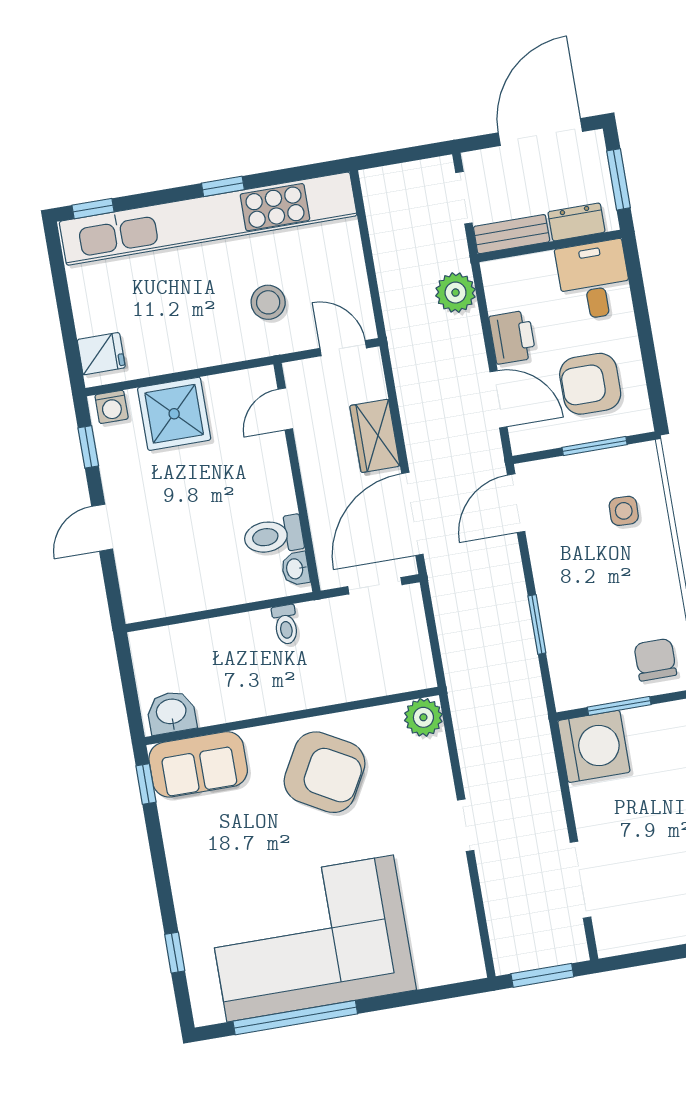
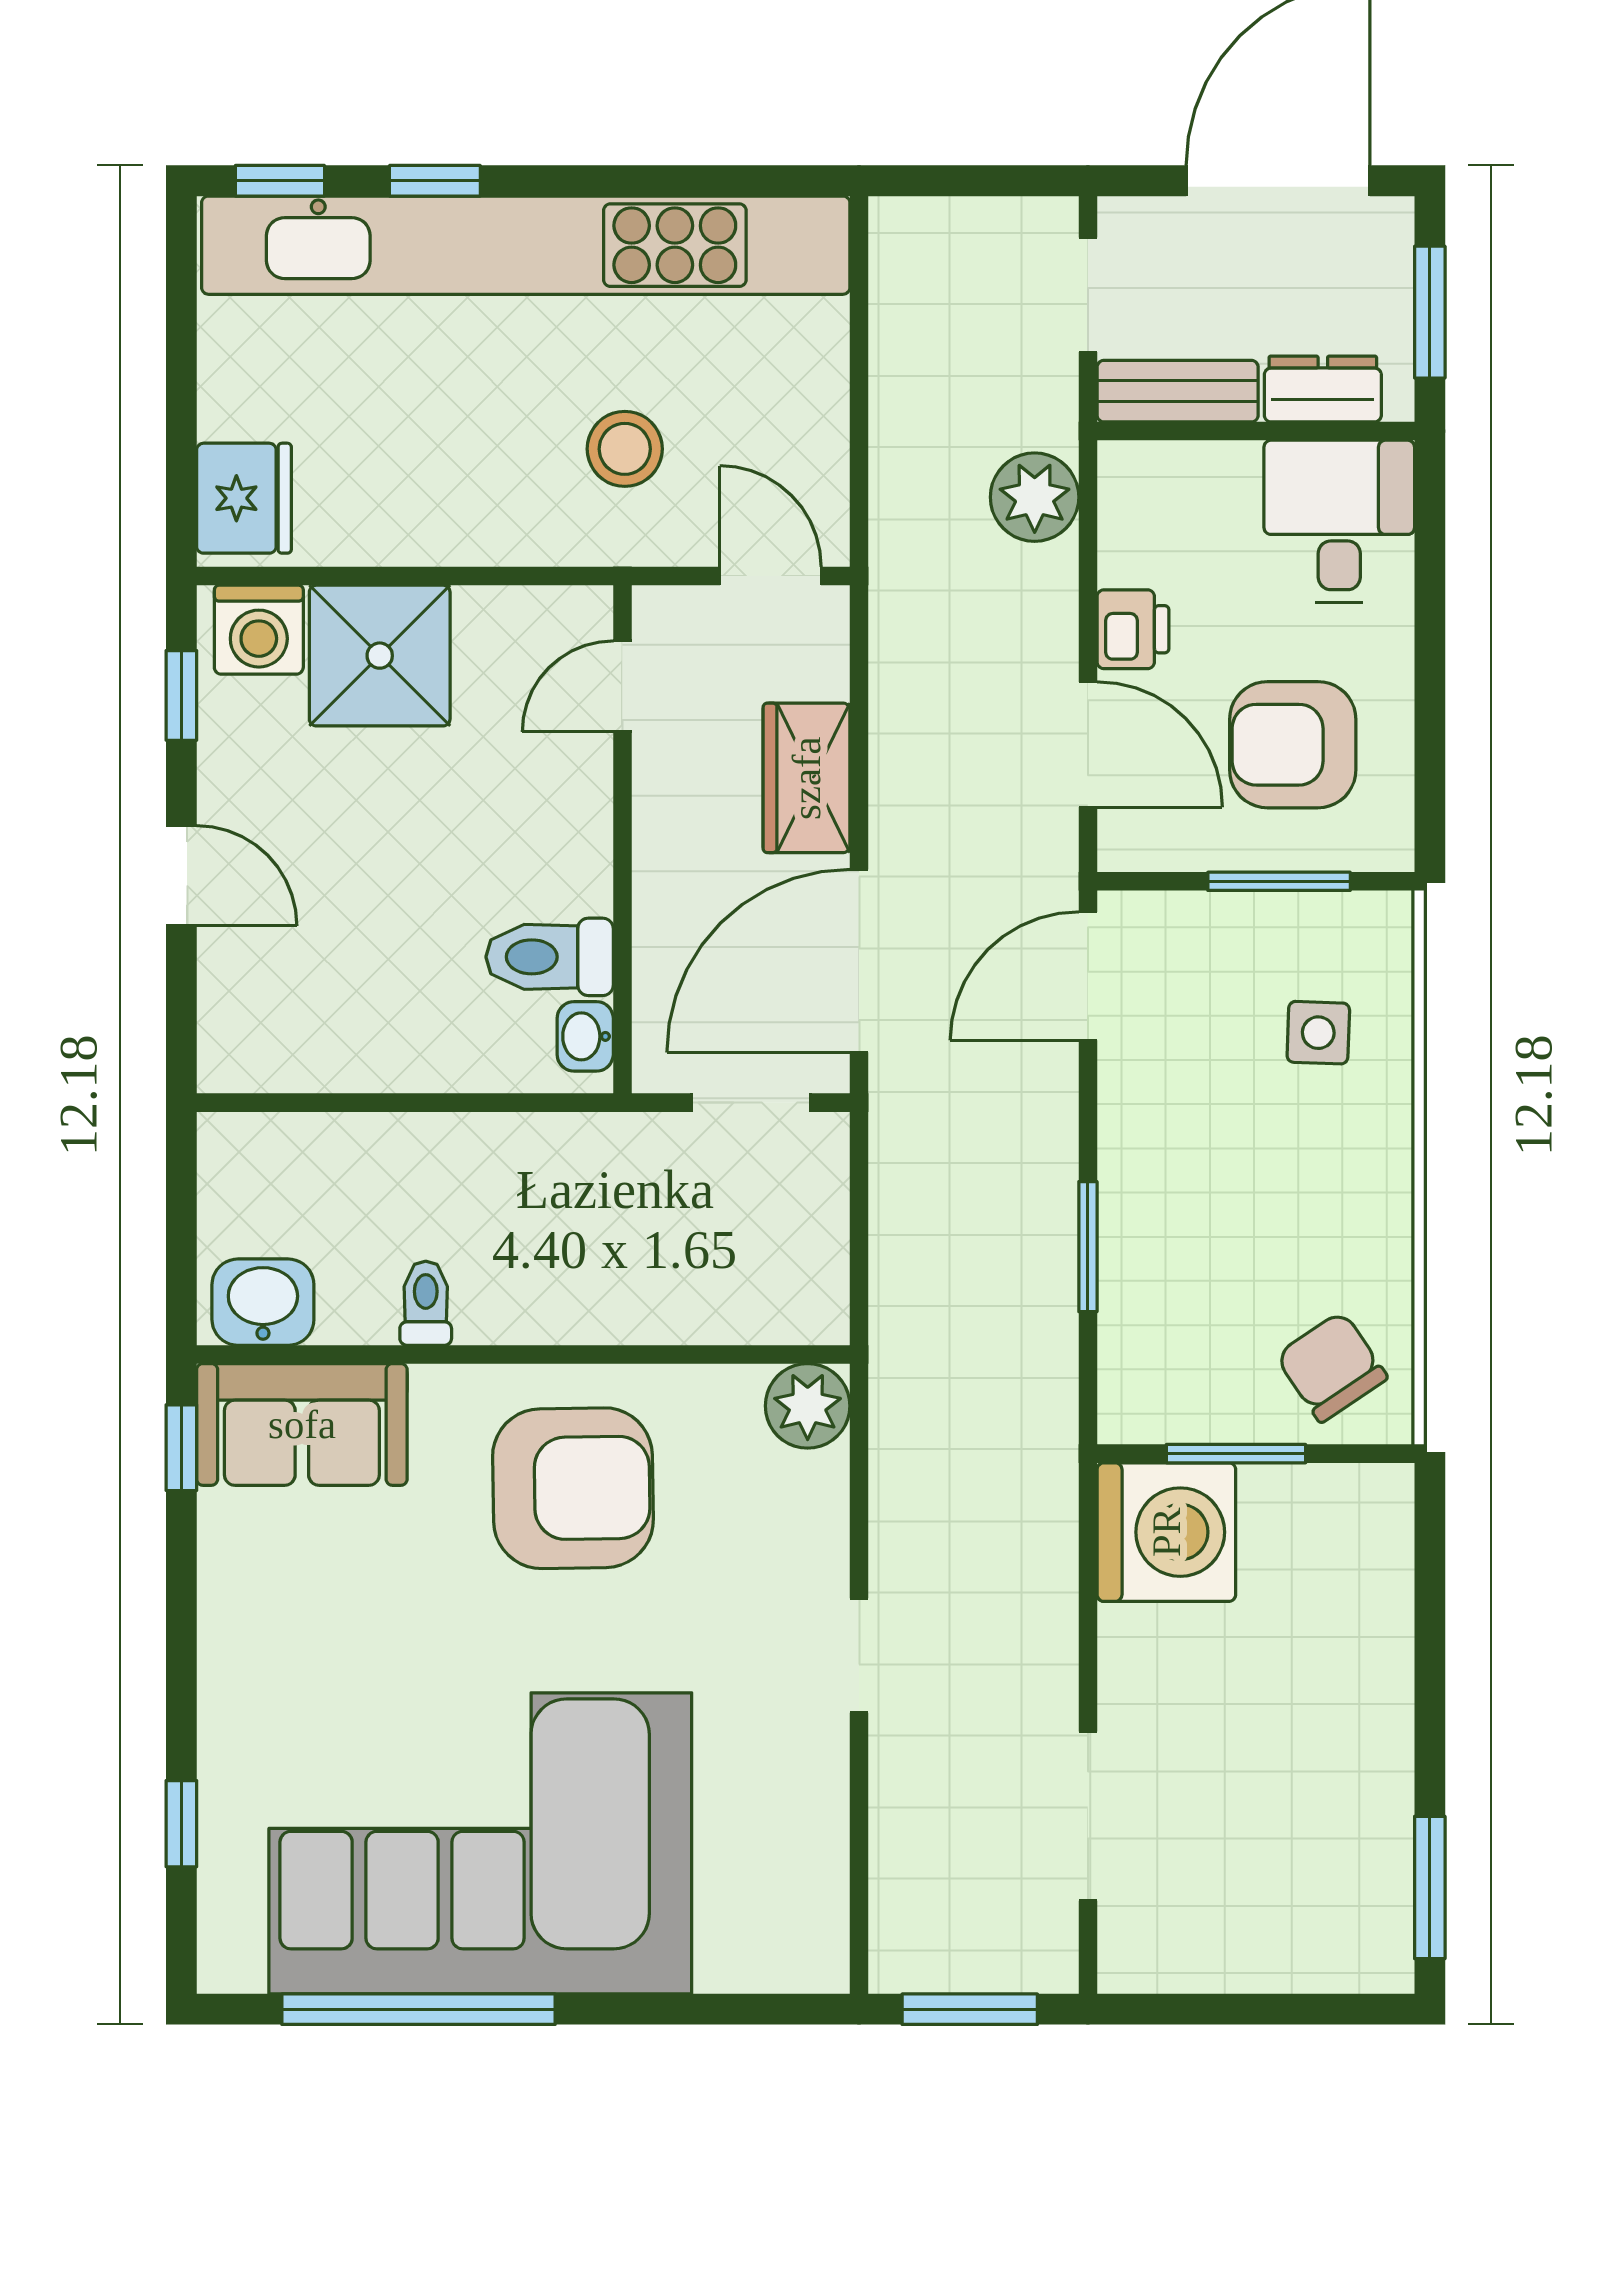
window: (223, 186) -> (435, 181), moved
printer: (513, 337) -> (1133, 629), width x0.73, depth x0.81
fridge: (101, 354) -> (244, 498), width x1.38
washing machine: (112, 407) -> (259, 630), width x1.38, depth x1.38
door: (102, 528) -> (181, 876), swing flipped
toilet: (285, 625) -> (426, 1303), moved, turned 180
chair: (655, 660) -> (1332, 1367), turned -34
armchair: (325, 772) -> (573, 1488), turned -30

